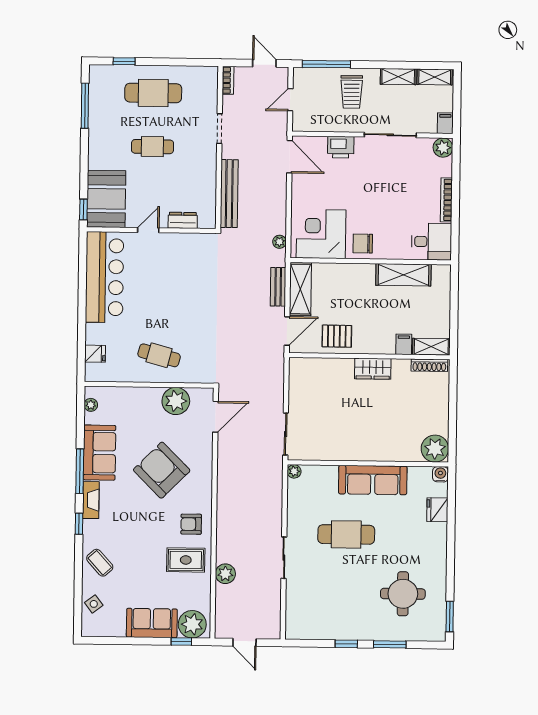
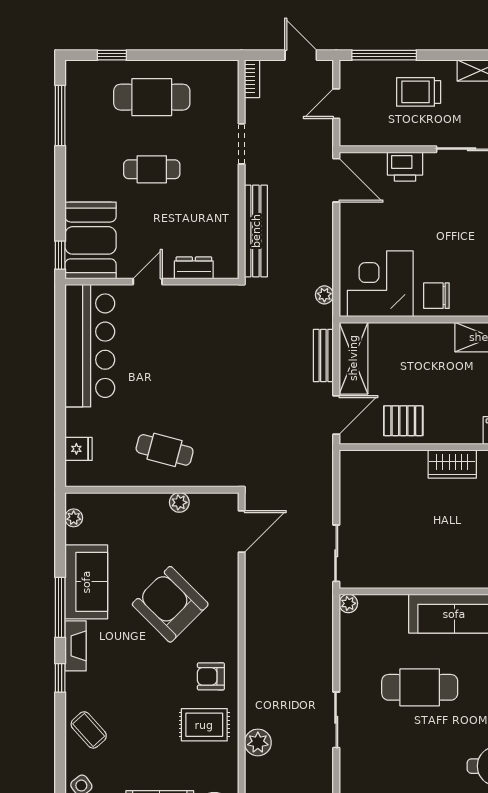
trolley: (352, 92) -> (419, 92), turned 90
plant: (176, 401) -> (179, 502), width x0.53, depth x0.53

